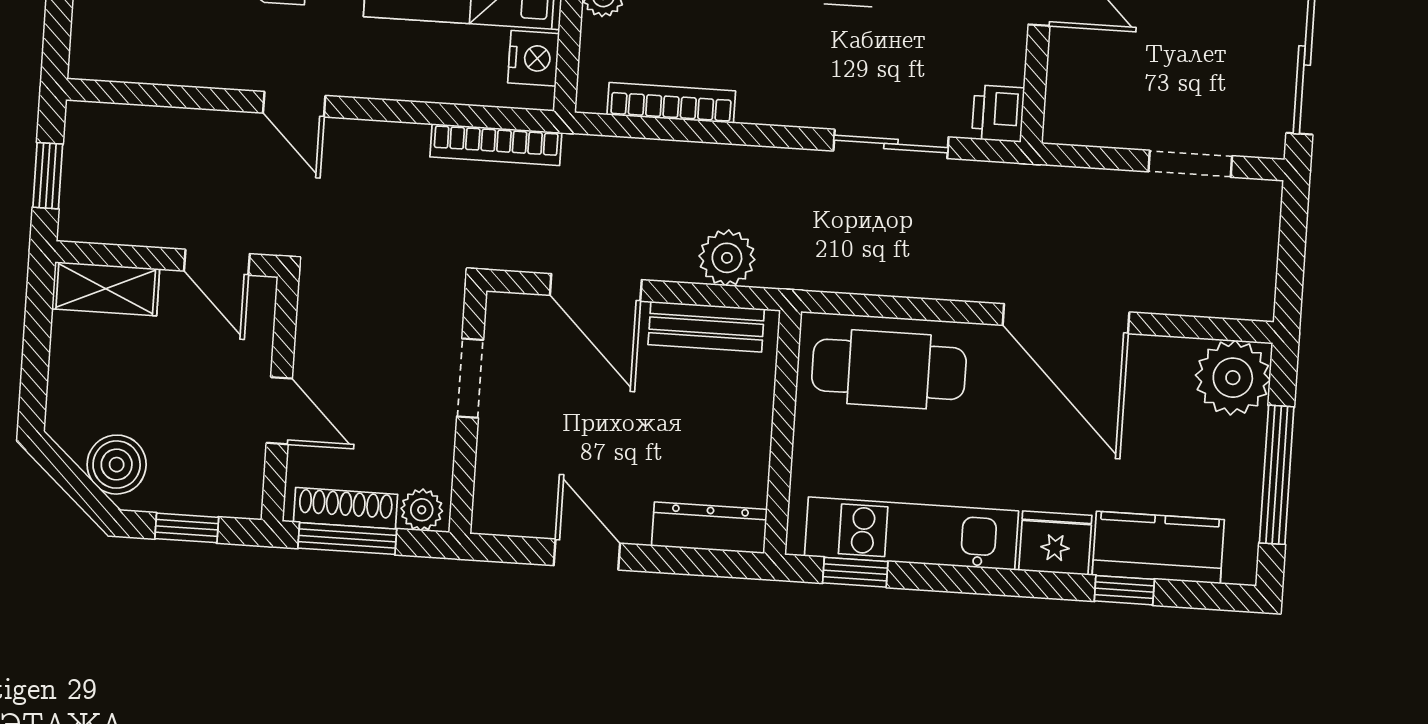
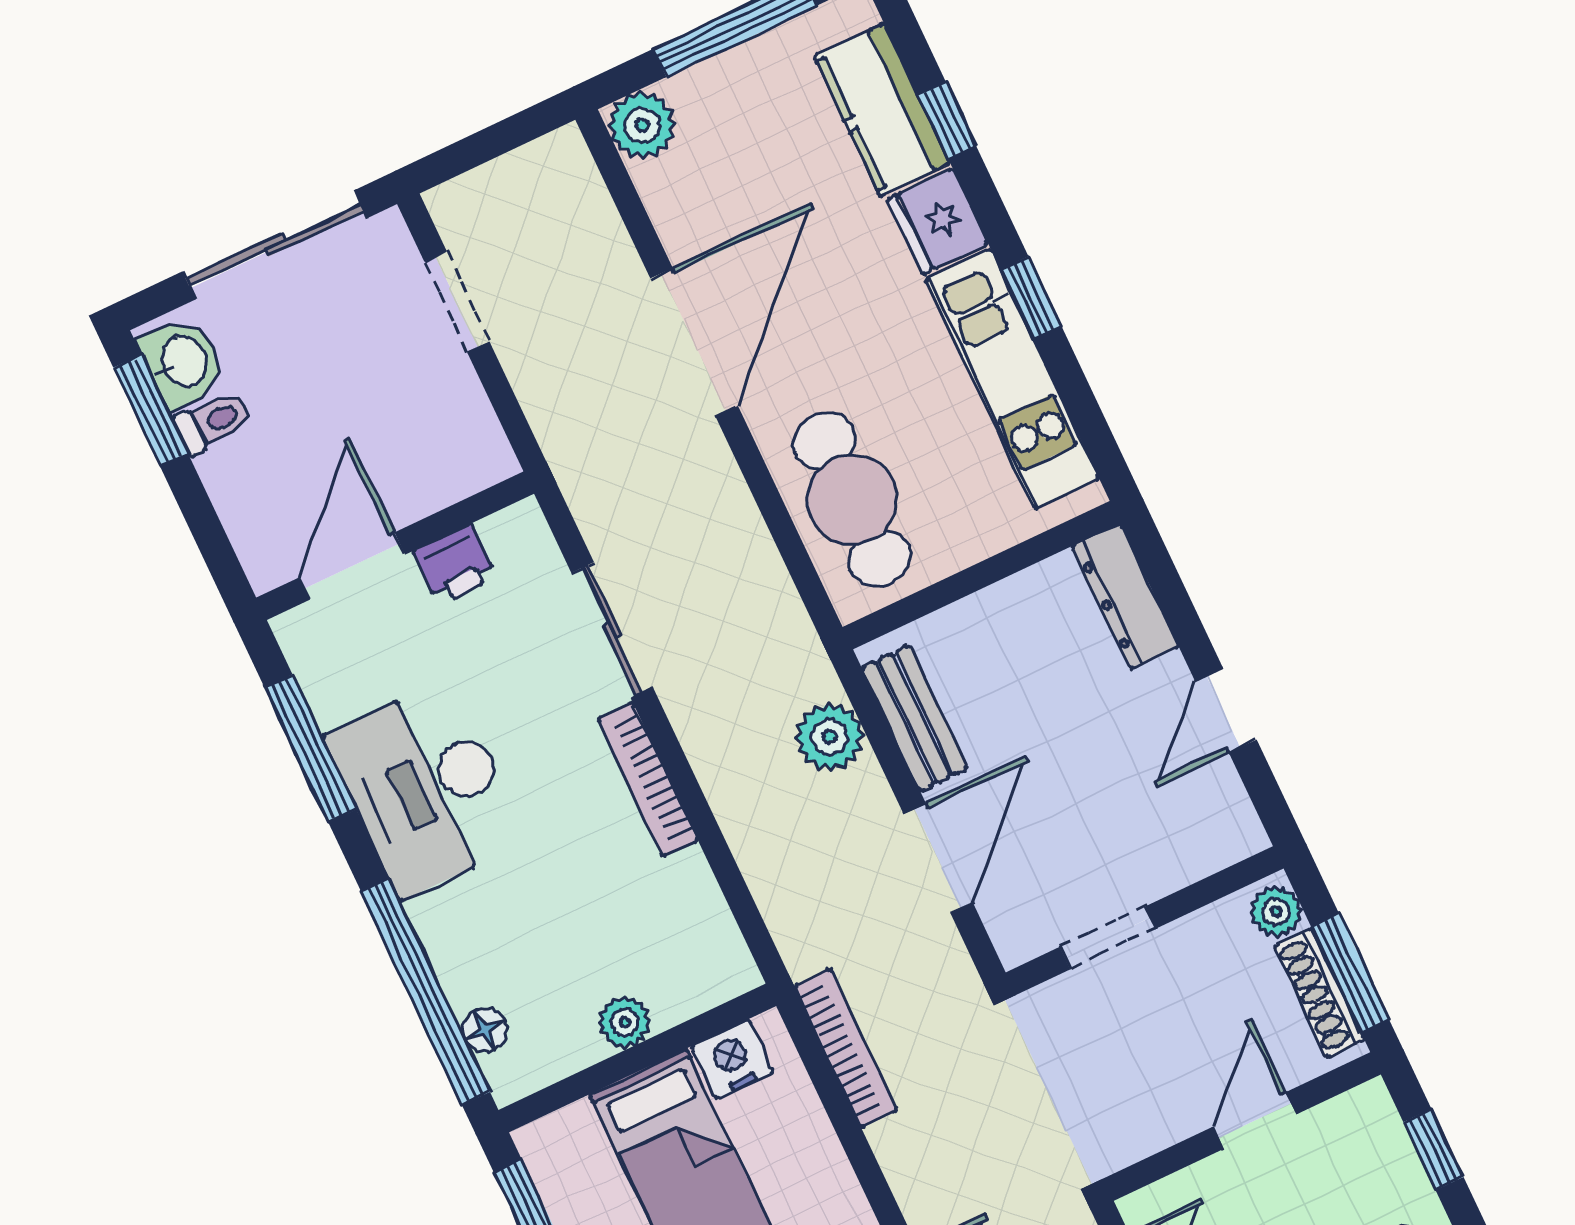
bookcase: (671, 103) -> (648, 780), moved
printer: (998, 114) -> (455, 564), moved
plant: (1233, 378) -> (642, 125), width x0.73, depth x0.73
window: (855, 572) -> (1031, 298), moved

